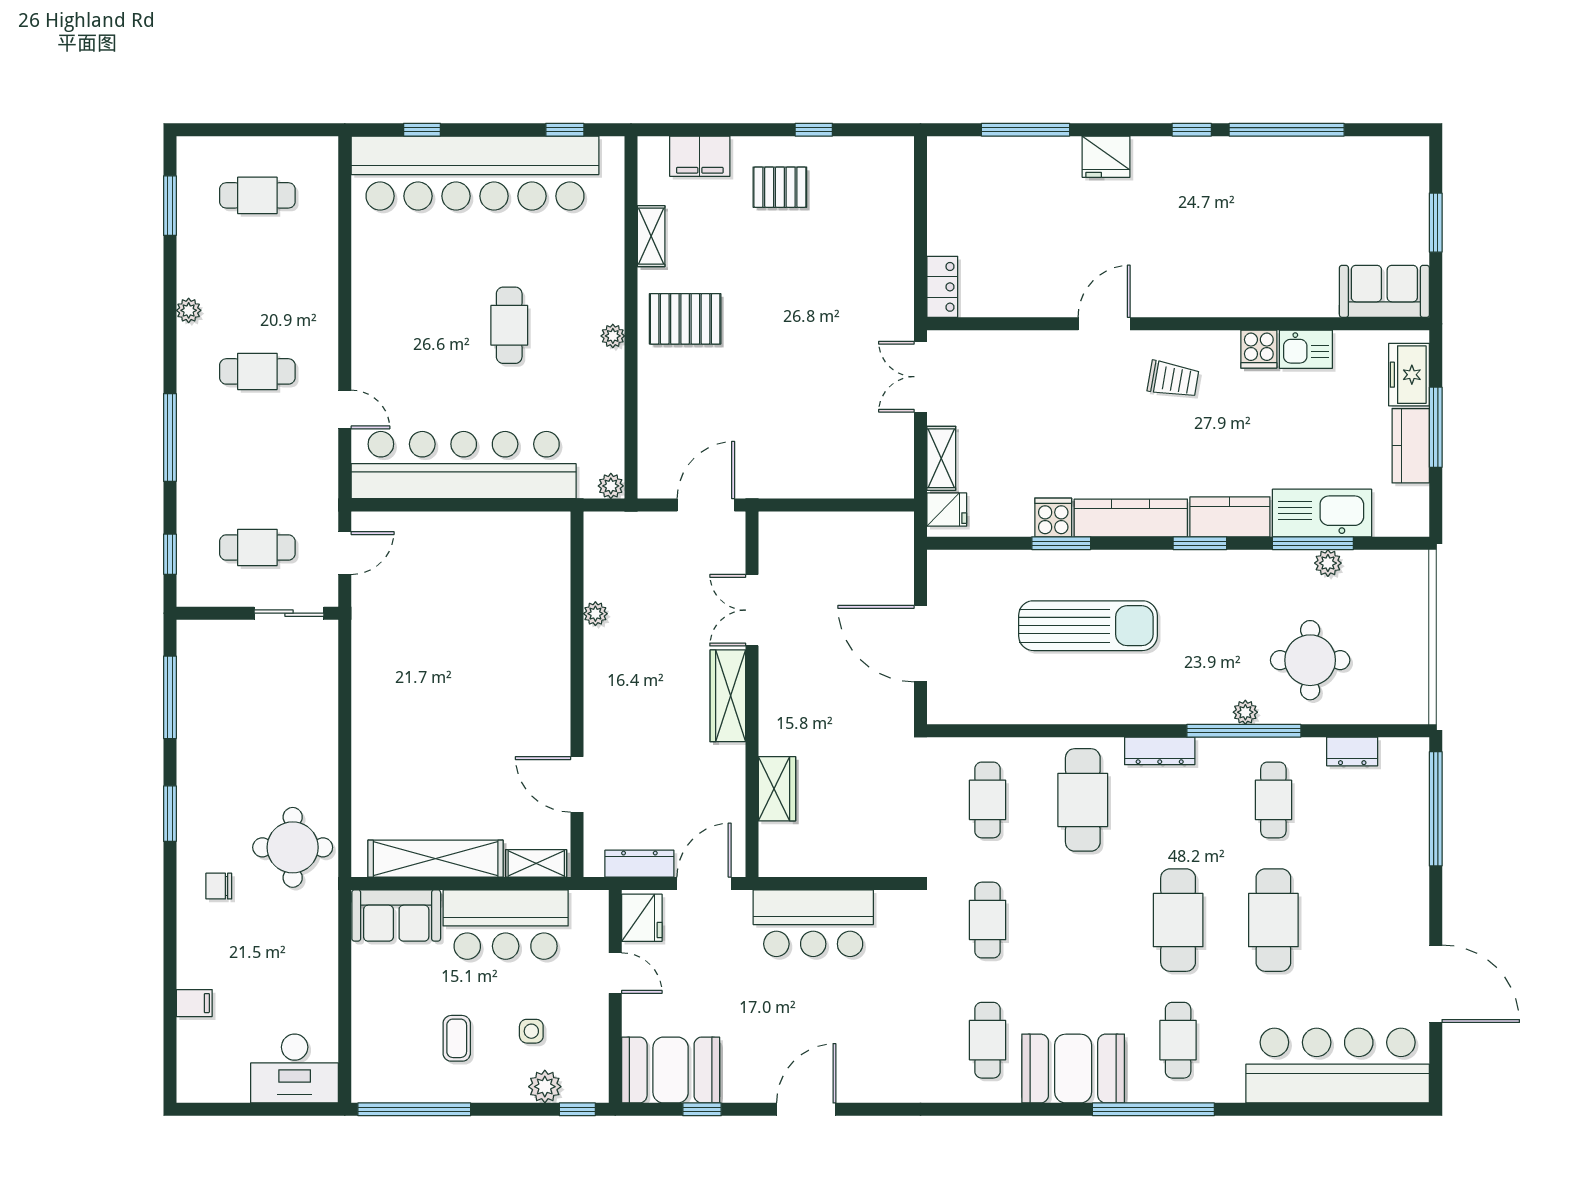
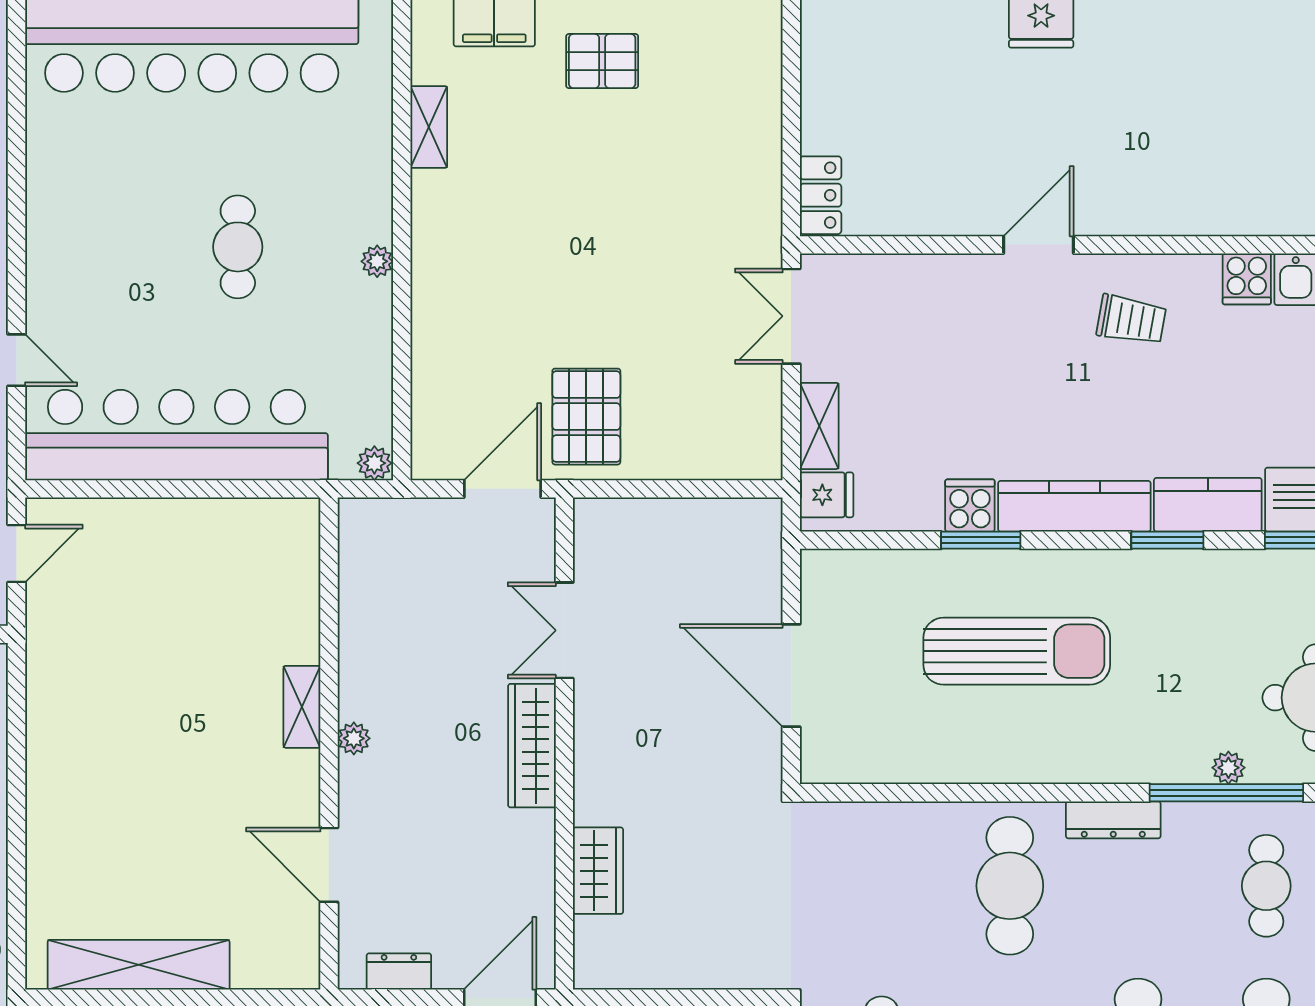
pallet: (685, 319) -> (586, 417), moved, turned 90
plant: (595, 614) -> (354, 738), moved
cafe table: (988, 800) -> (882, 886), removed
shelving: (536, 863) -> (302, 707), moved, turned 90
dresser: (639, 864) -> (399, 971), width x0.70

